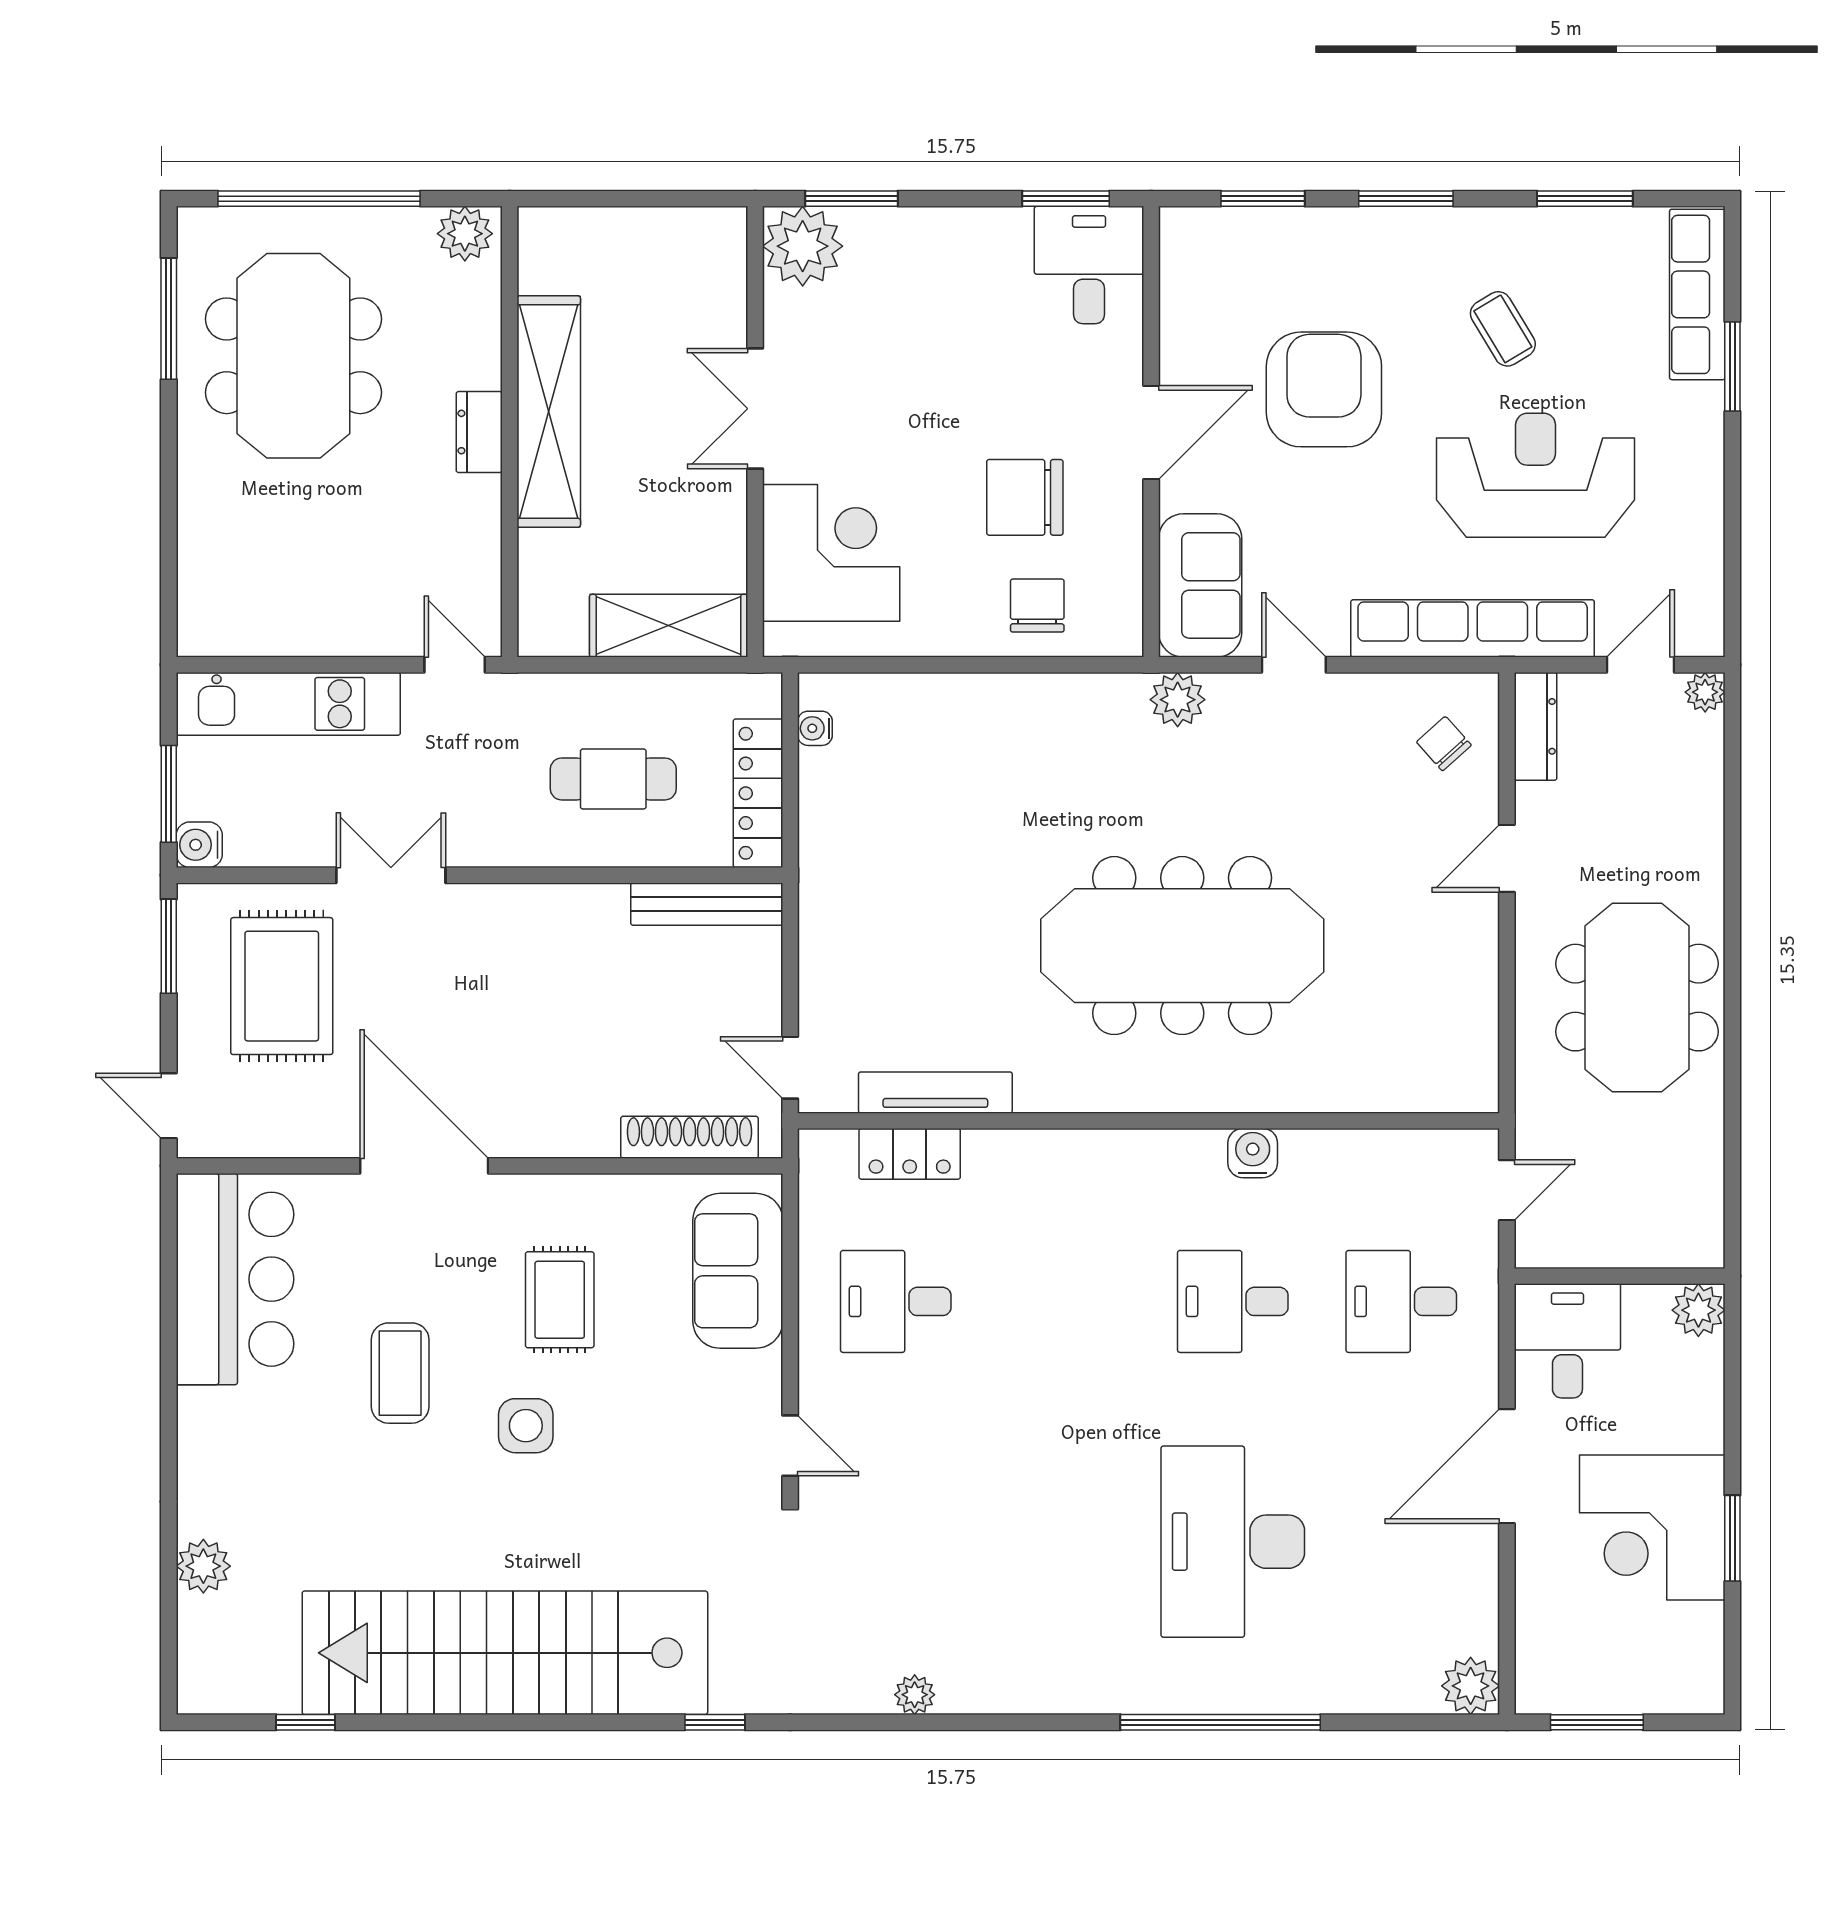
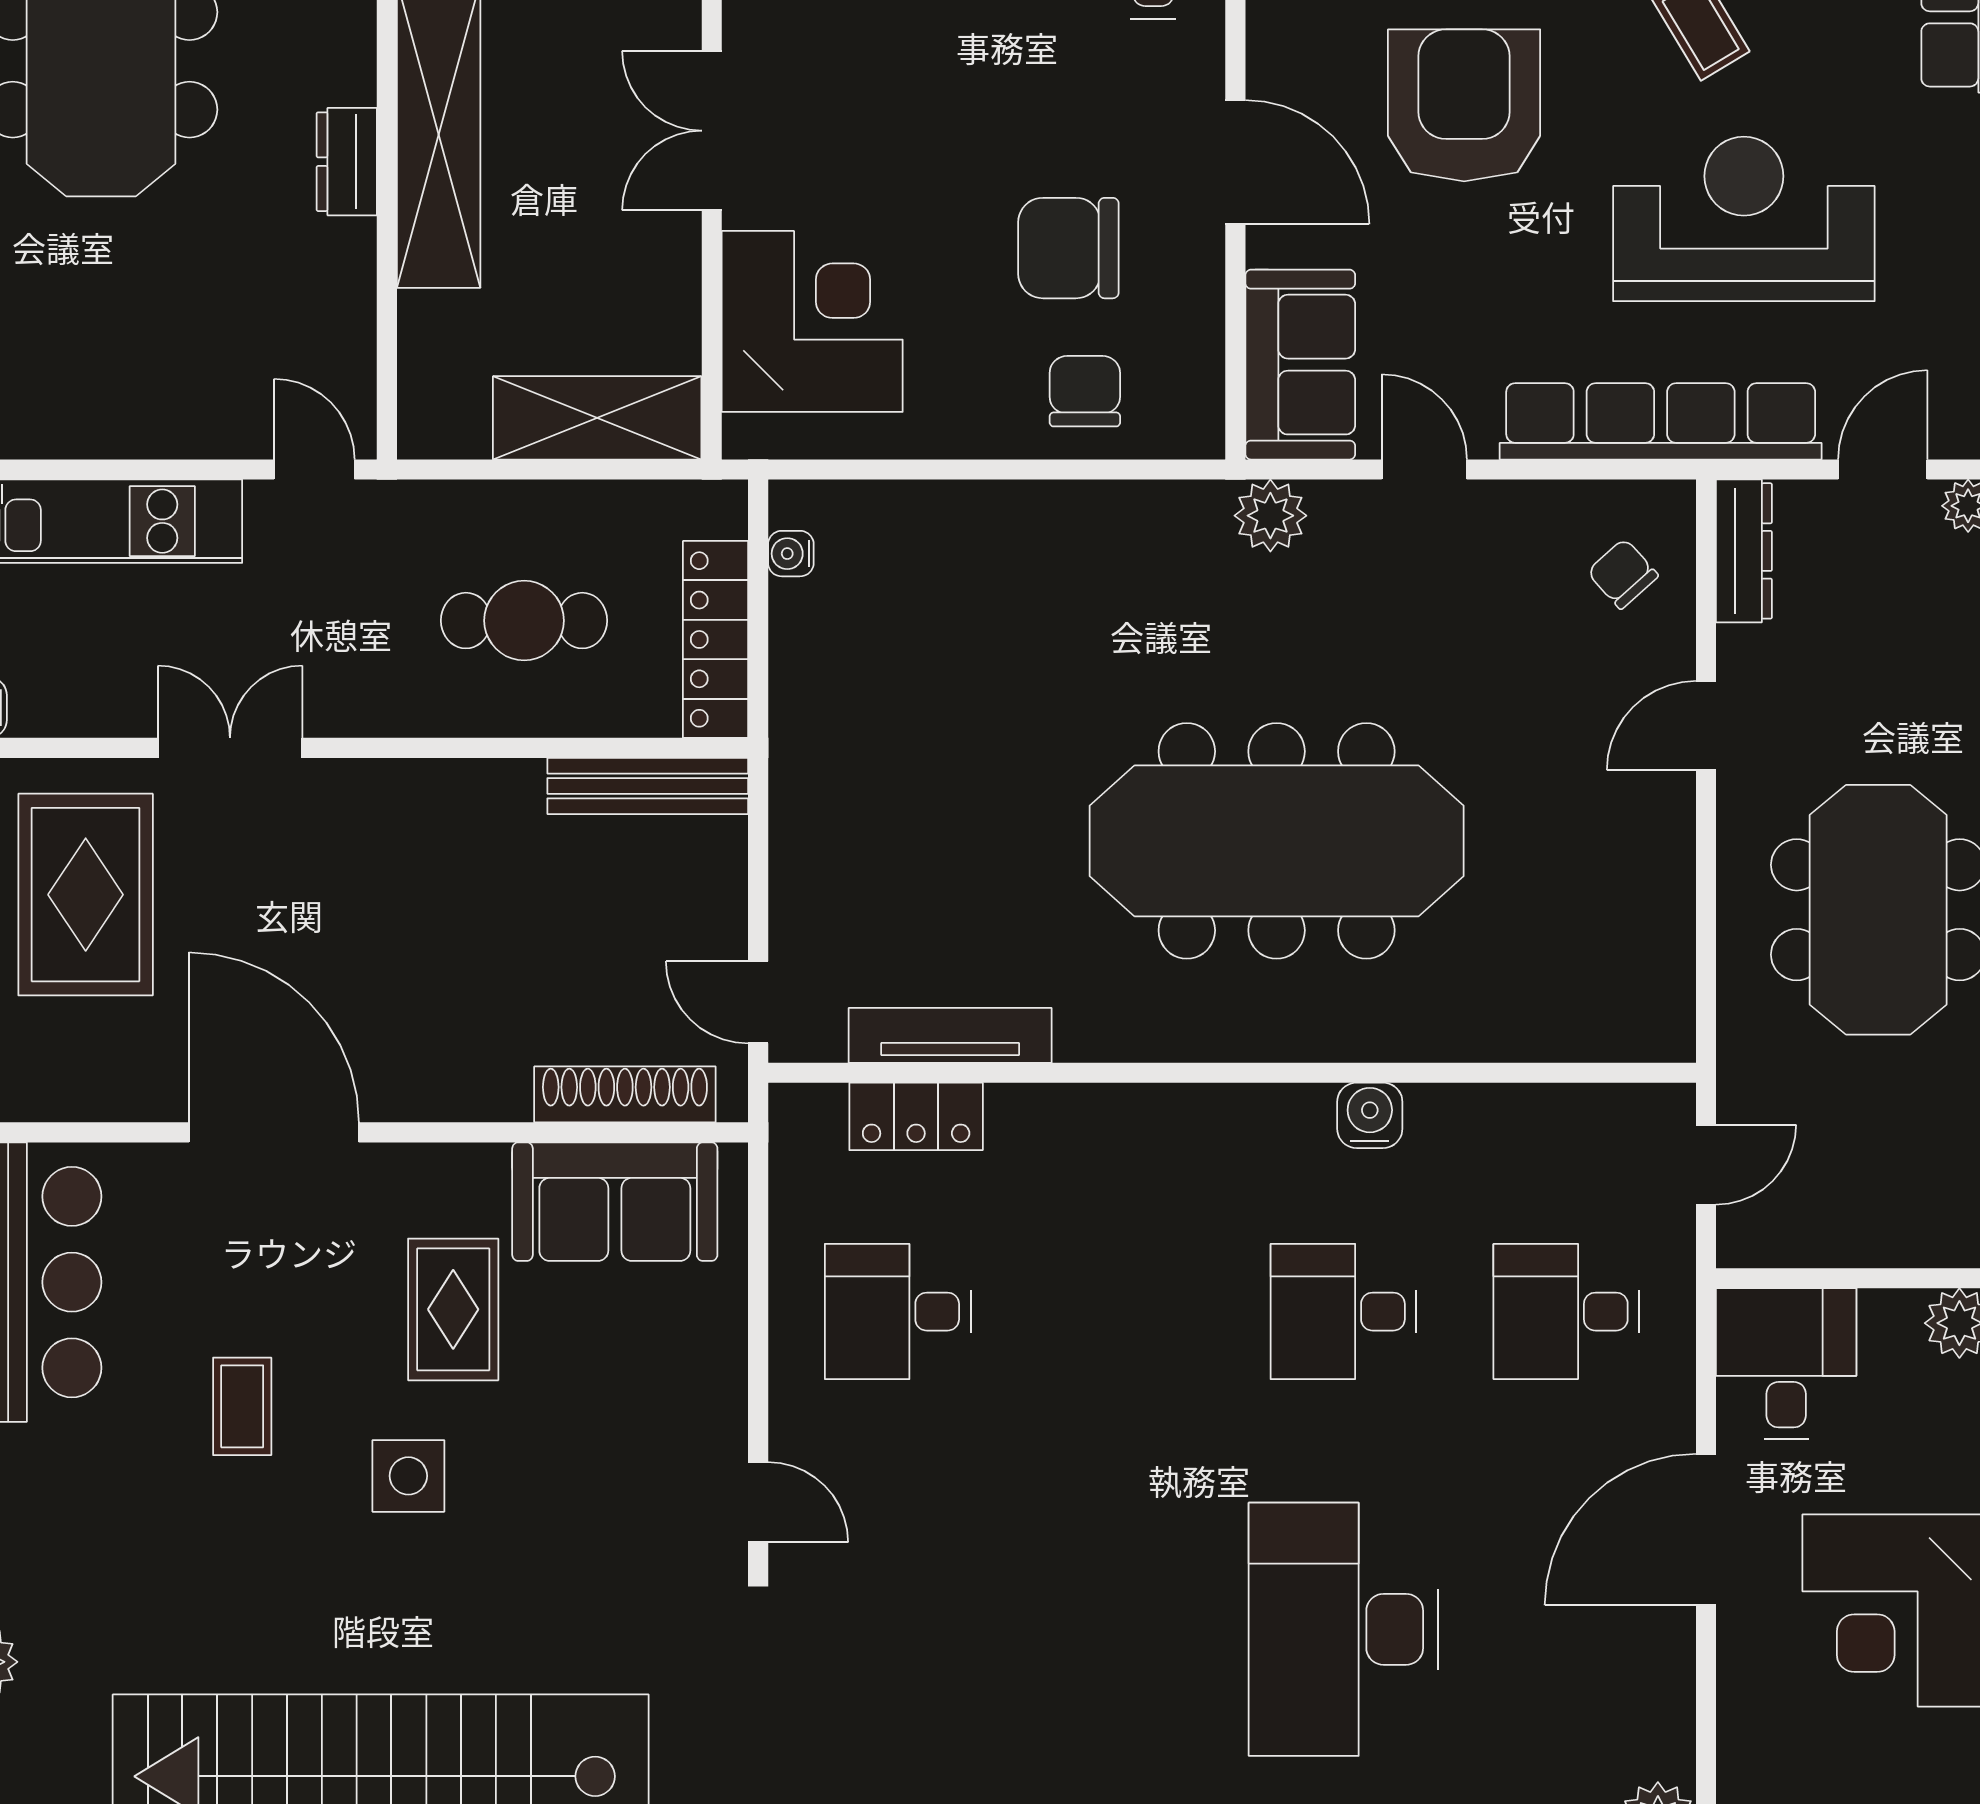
door: (1151, 432) -> (1235, 162), hinge flipped
sofa: (738, 1271) -> (615, 1202), moved, turned -90
coffee table: (400, 1373) -> (242, 1406), width x0.73, depth x0.77

